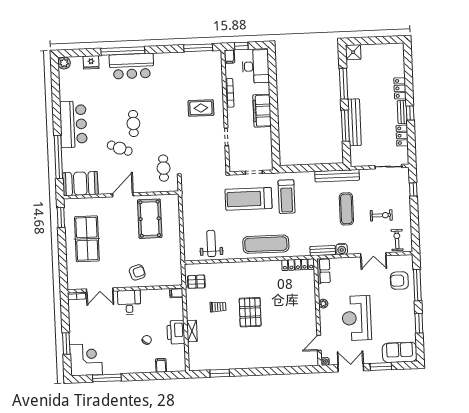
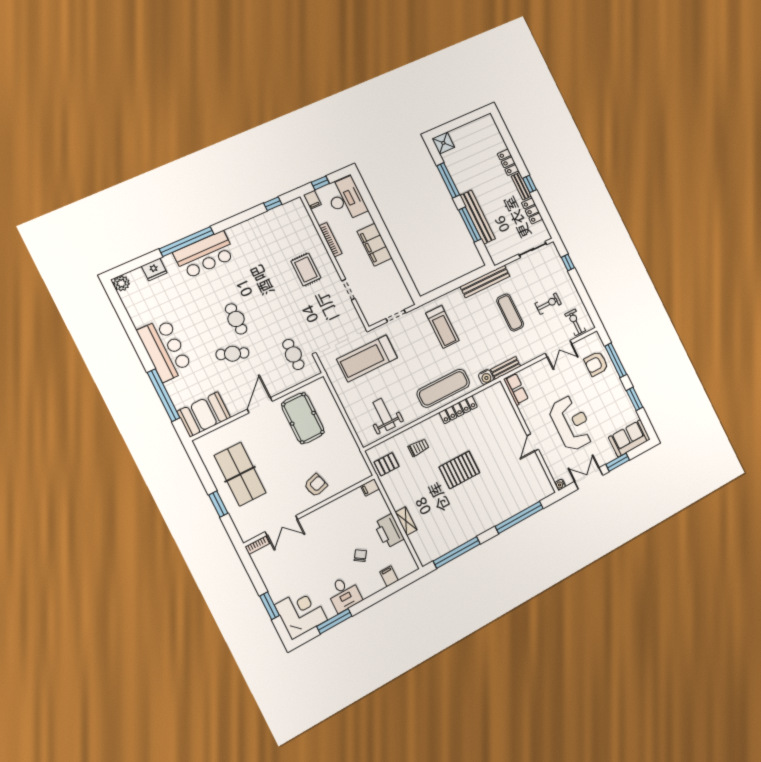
window: (198, 48) -> (273, 204), width x0.46
rug: (201, 108) -> (306, 270), turned 90
treadmill: (249, 199) -> (367, 359), moved
window: (61, 217) -> (218, 504), moved
water cooler: (342, 249) -> (486, 377), moved
locker: (298, 265) -> (458, 410), moved
desk: (129, 302) -> (344, 594), moved, turned 180
plant: (323, 304) -> (531, 424), removed
trolley: (218, 307) -> (418, 448), moved
pallet: (250, 312) -> (459, 470), turned 90
reception desk: (357, 318) -> (571, 423), turned 180
door: (319, 343) -> (533, 442), moved
window: (281, 371) -> (519, 517), added
window: (220, 373) -> (457, 552), width x2.11

